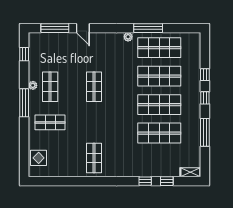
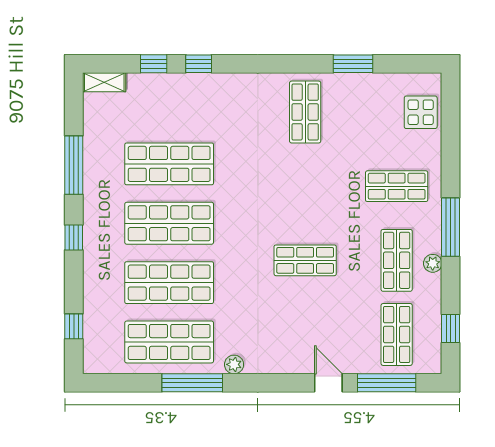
shop shelf: (50, 51) -> (397, 334), added
window: (205, 75) -> (74, 326), moved
shop shelf: (94, 87) -> (305, 260), turned 90
window: (71, 181) -> (353, 64), added

